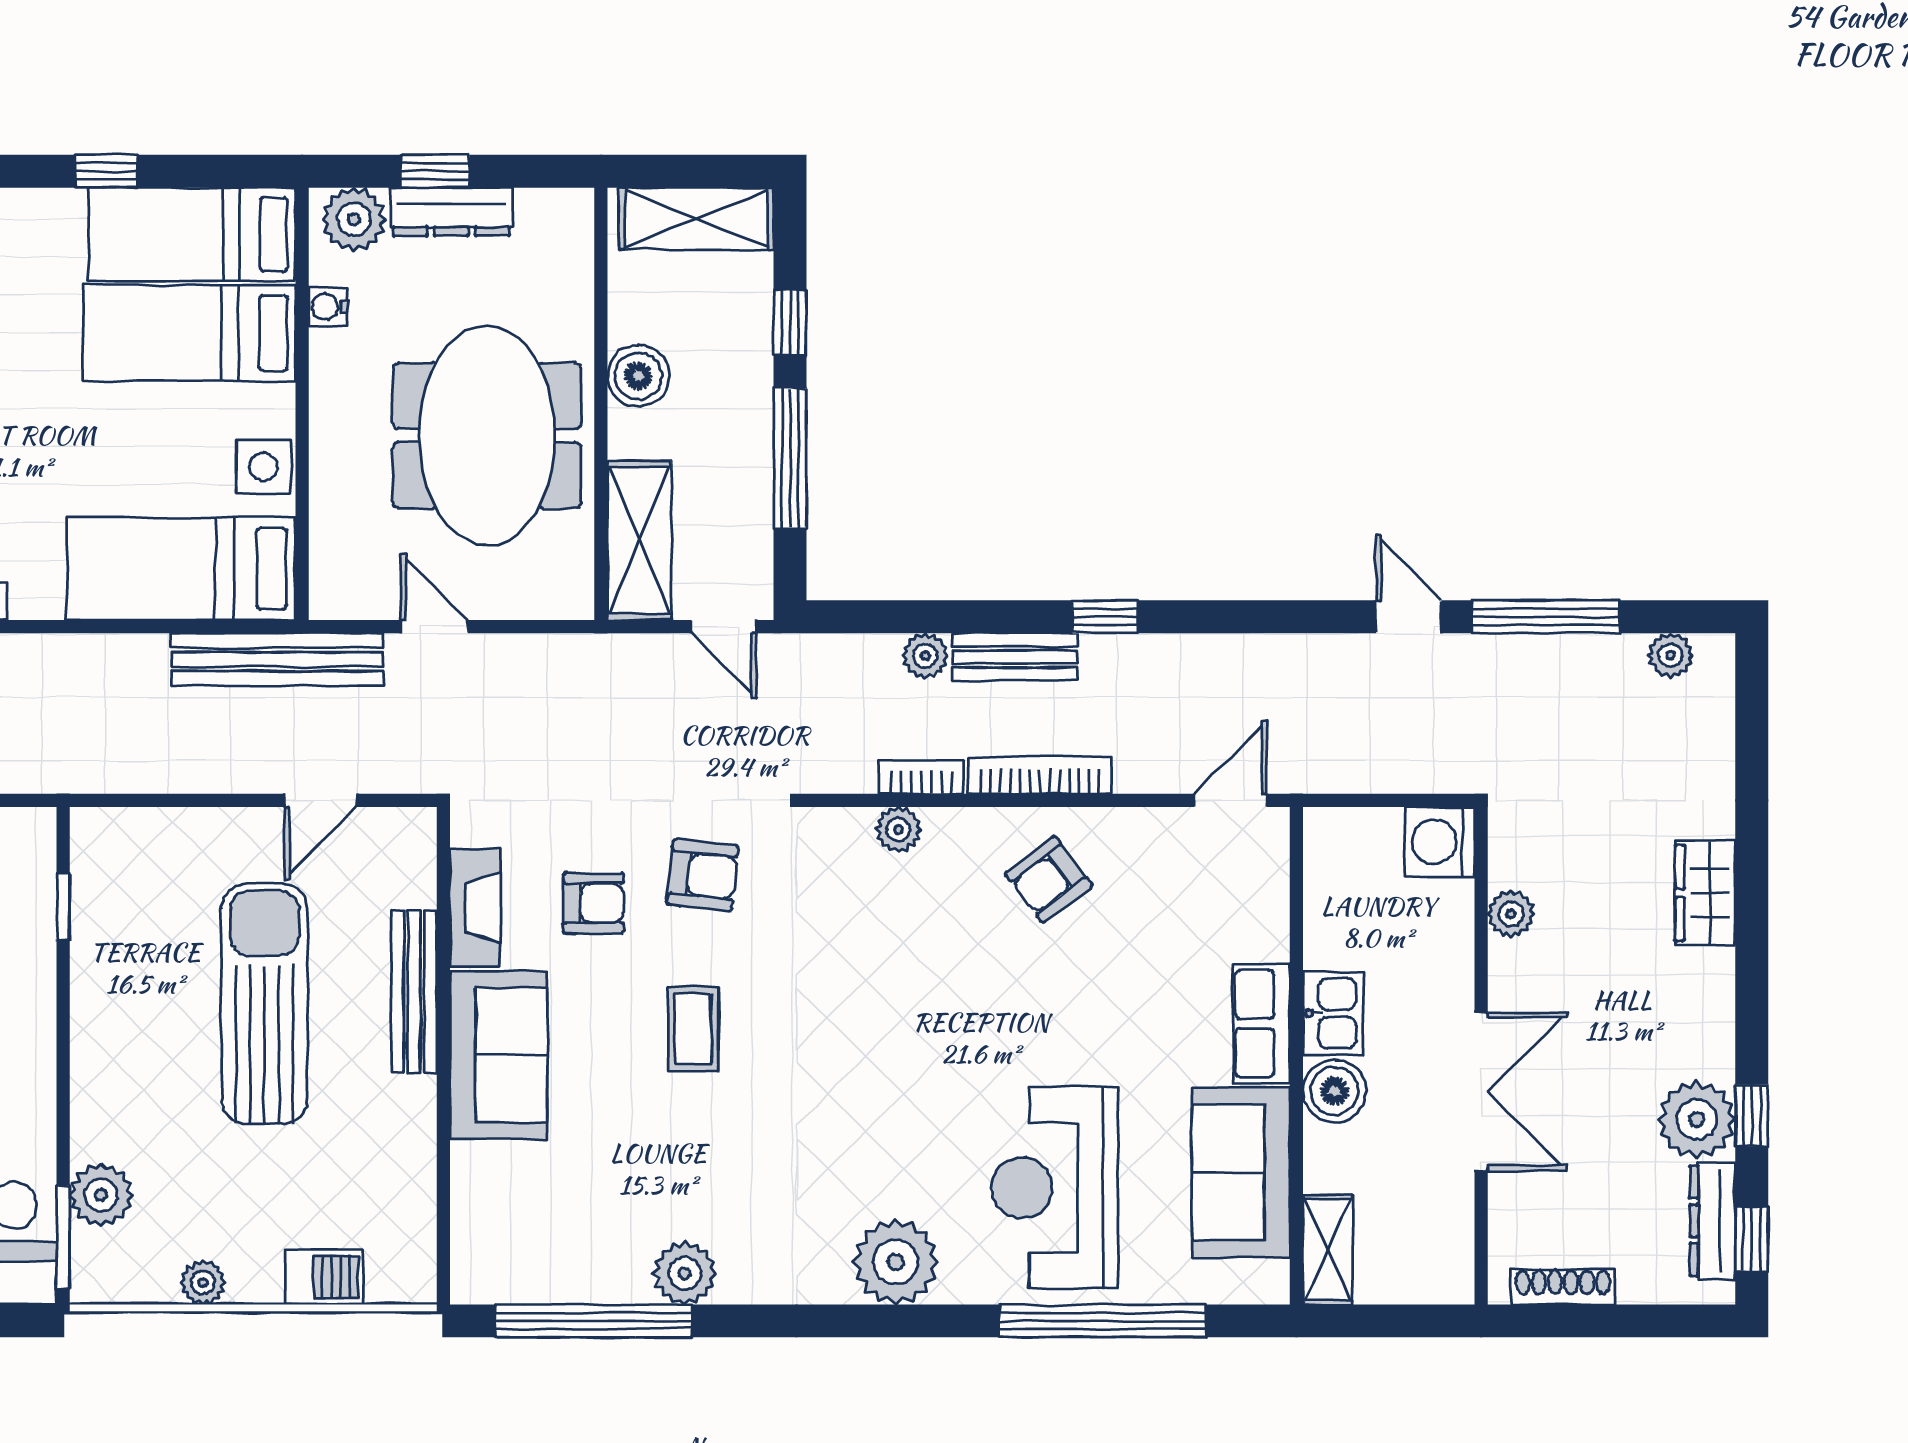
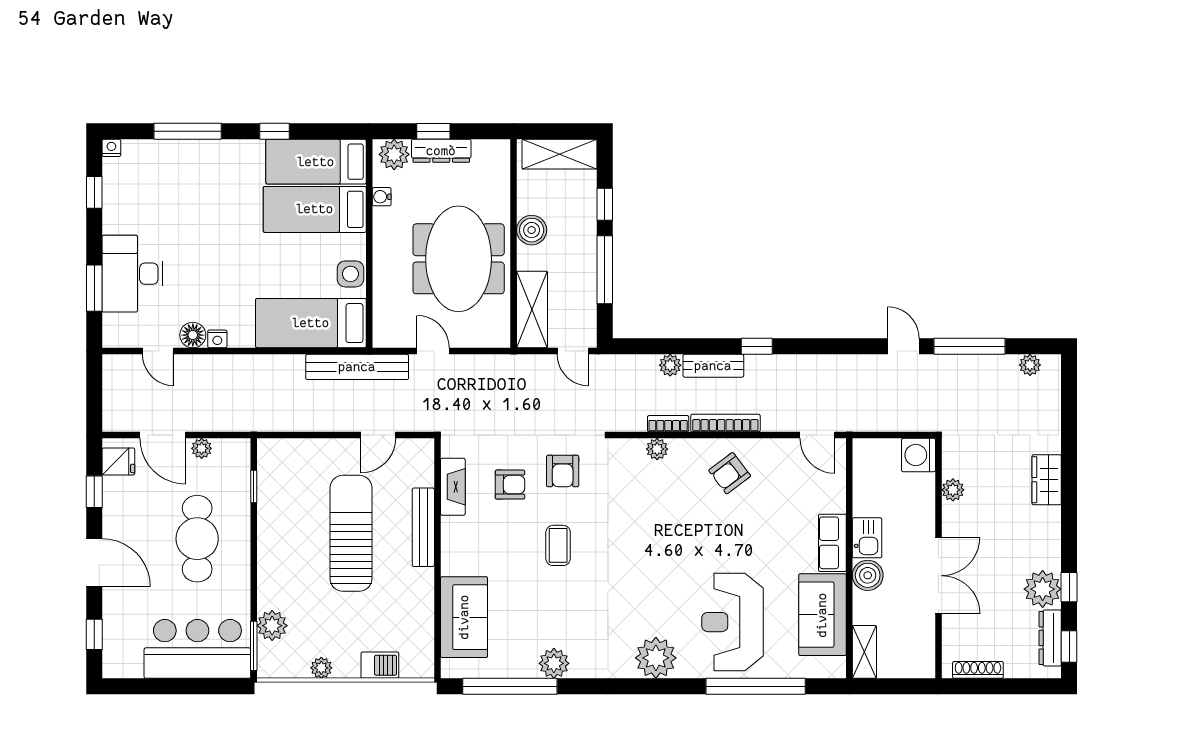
door: (1230, 800) -> (817, 435), swing flipped
armchair: (703, 875) -> (563, 471), turned 84
sofa: (498, 1055) -> (464, 617), moved

